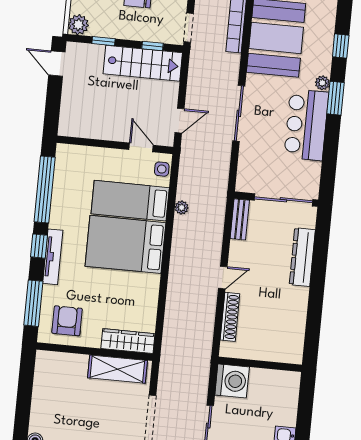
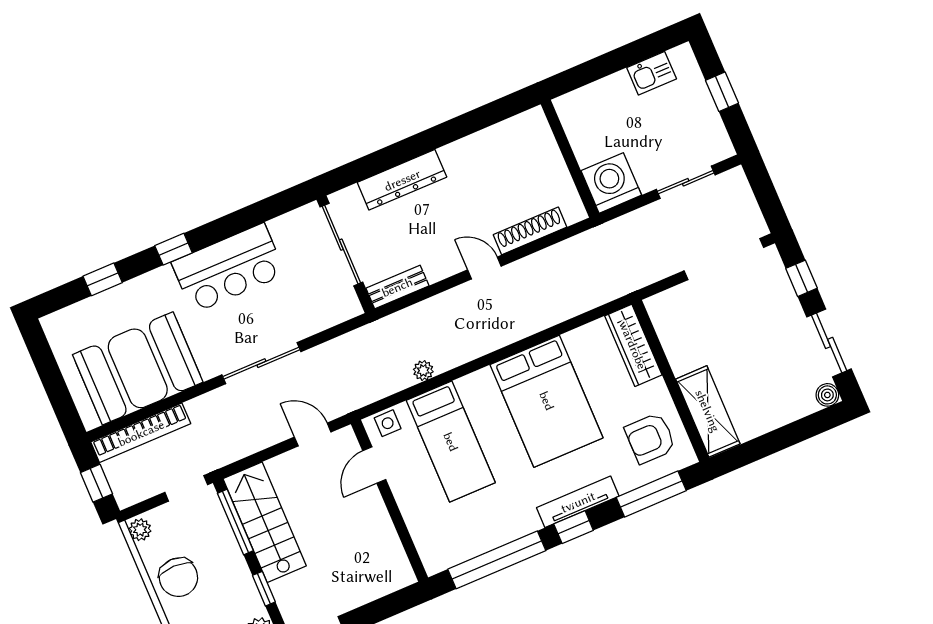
window: (152, 46) -> (235, 522), width x2.17
plant: (322, 83) -> (163, 277), removed
window: (336, 98) -> (173, 249), width x0.67
bed: (126, 244) -> (547, 401), moved
shelving: (117, 369) -> (708, 411), moved

